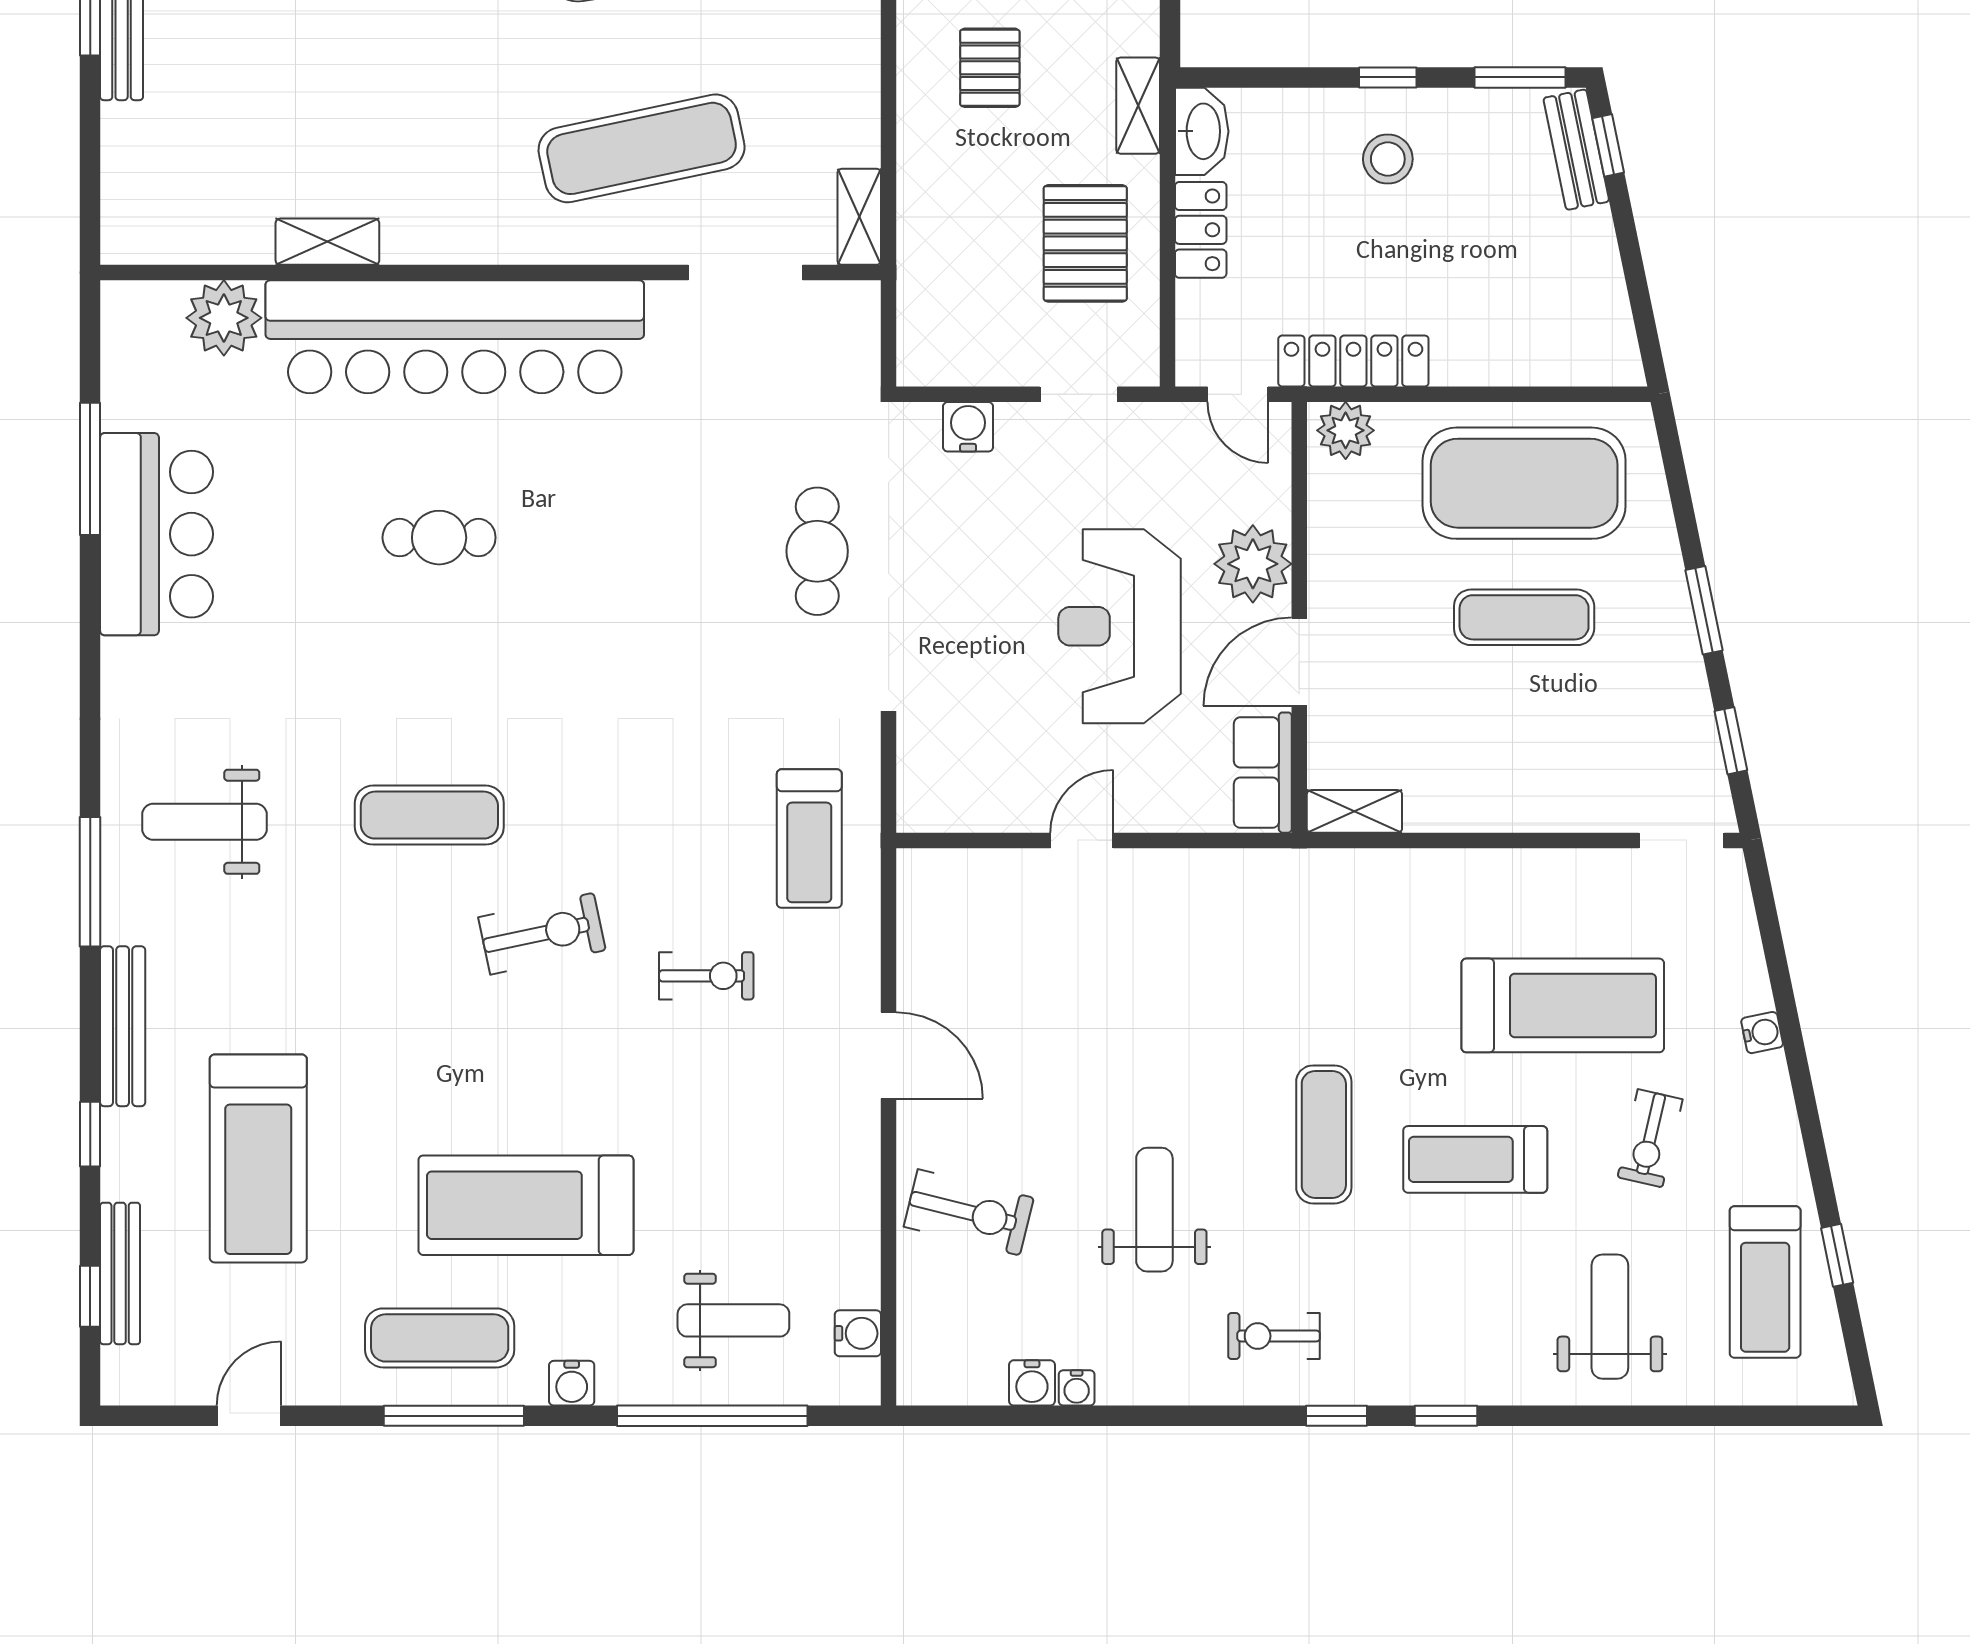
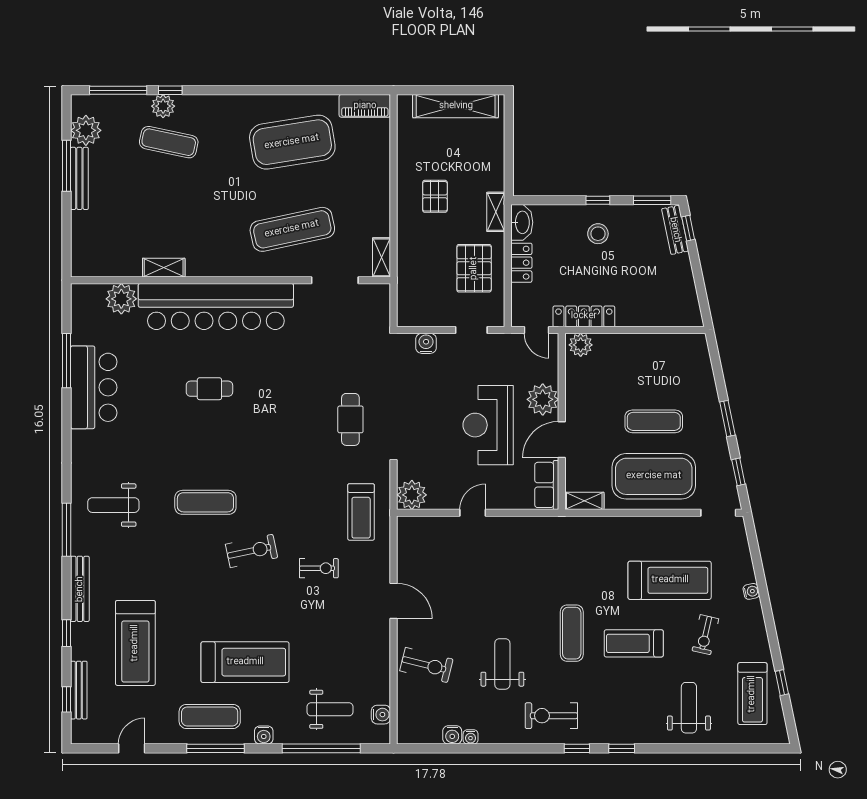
exercise mat: (1524, 483) -> (654, 476), moved
cafe table: (817, 551) -> (350, 419), moved
plant: (933, 797) -> (412, 495), added
treadmill: (526, 1205) -> (245, 662), turned 180
exercise bike: (1274, 1336) -> (551, 716), width x1.38, depth x1.39

